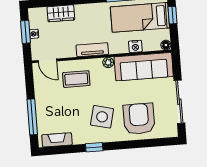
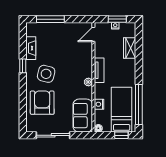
sofa: (144, 67) -> (83, 116), width x0.73
coffee table: (76, 79) -> (77, 56), removed
armchair: (139, 119) -> (42, 103), turned -90
fireplace: (57, 140) -> (31, 48), moved

